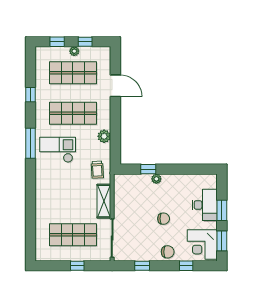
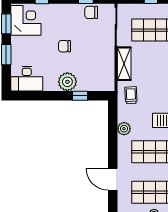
plant: (156, 179) -> (67, 82), width x1.88, depth x1.88
desk: (205, 205) -> (27, 79), moved, turned -90
chair: (168, 252) -> (91, 12), moved

